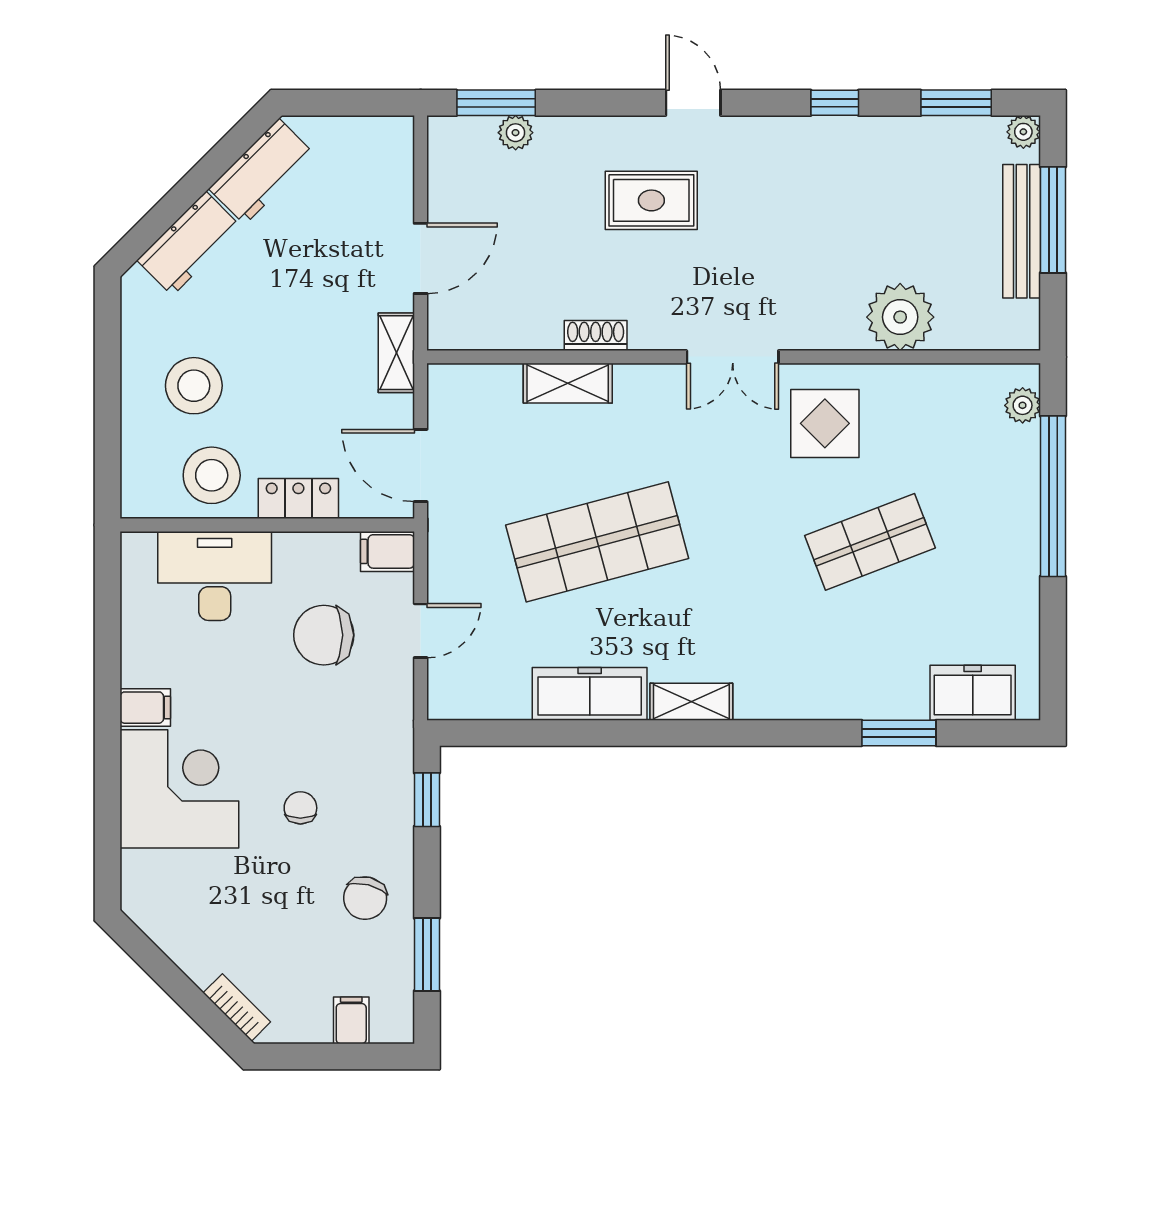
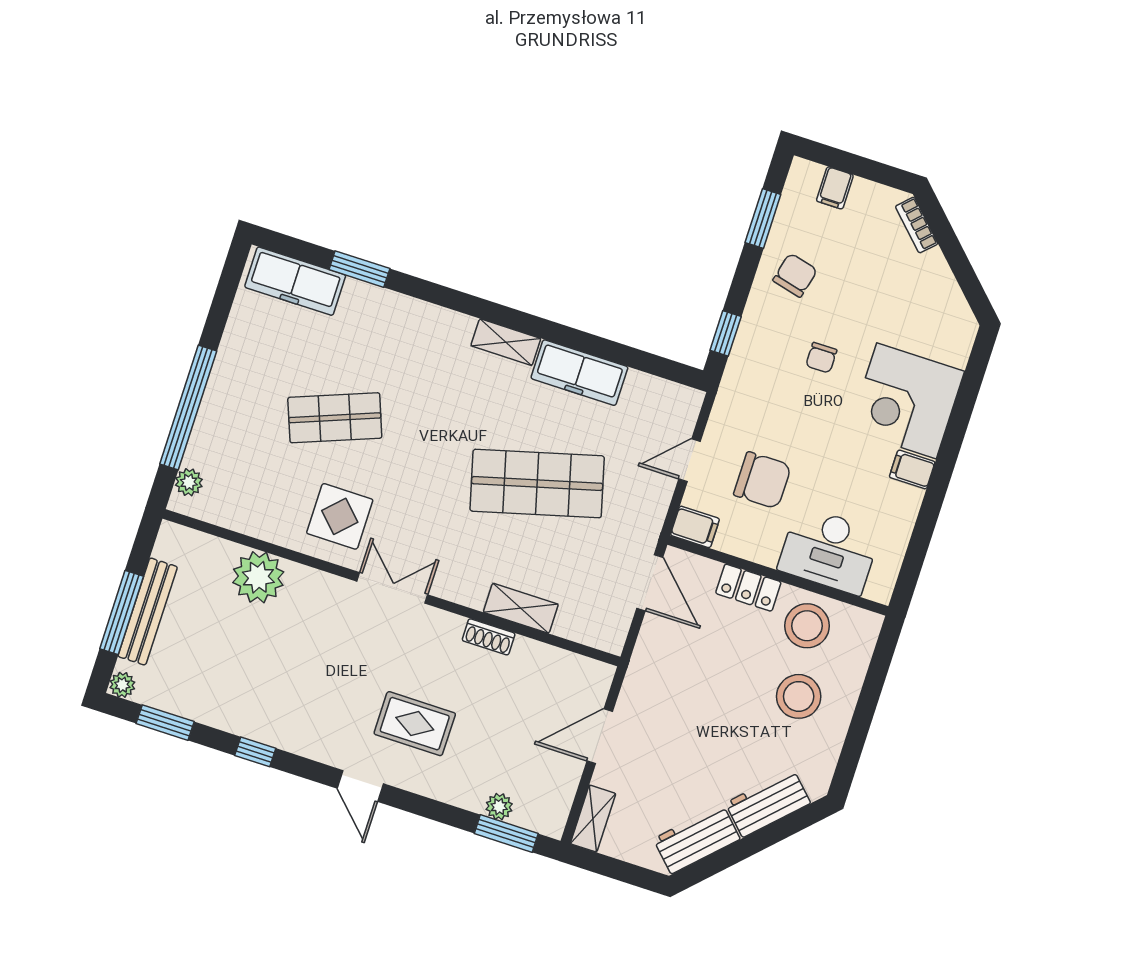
shelving: (396, 353) -> (593, 819), moved
freezer: (973, 693) -> (295, 281), width x1.40

